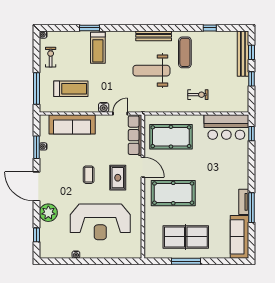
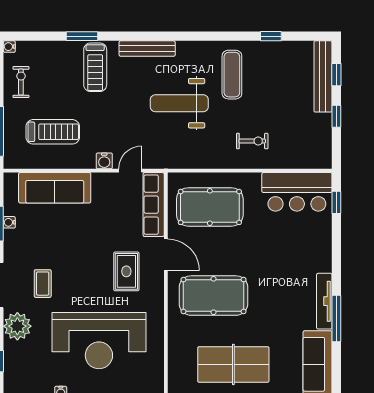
bench: (154, 36) -> (147, 49), moved
coffee table: (89, 175) -> (43, 284), moved
tv unit: (244, 202) -> (324, 301), width x1.41

